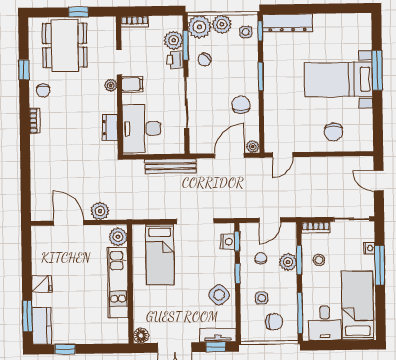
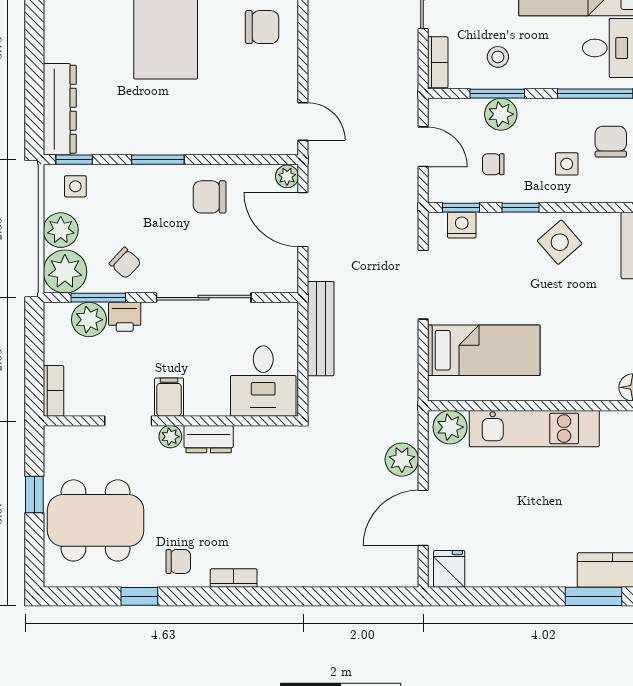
dresser: (110, 127) -> (209, 439), moved
desk: (142, 129) -> (263, 381), width x0.73
fridge: (42, 284) -> (449, 569), moved

